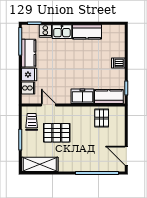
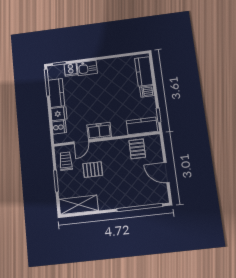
kitchen counter: (87, 32) -> (144, 71), moved, turned 90
freezer: (82, 96) -> (99, 131), moved
door: (48, 105) -> (81, 142), swing flipped
pallet: (57, 133) -> (93, 170), width x0.67, depth x0.71
door: (126, 156) -> (166, 173), moved

